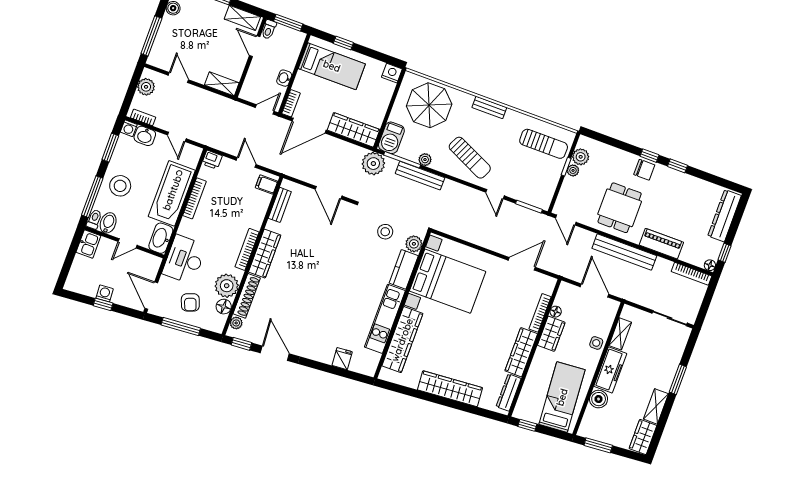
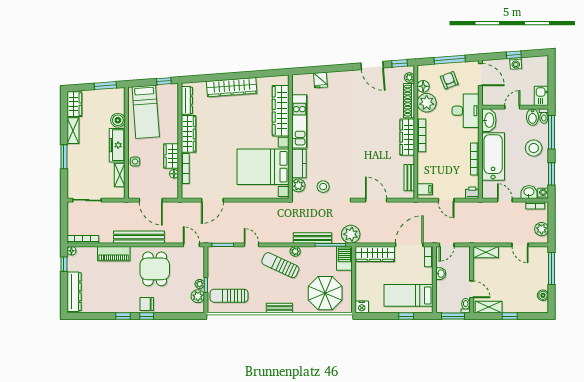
plant: (425, 160) -> (295, 251), moved

